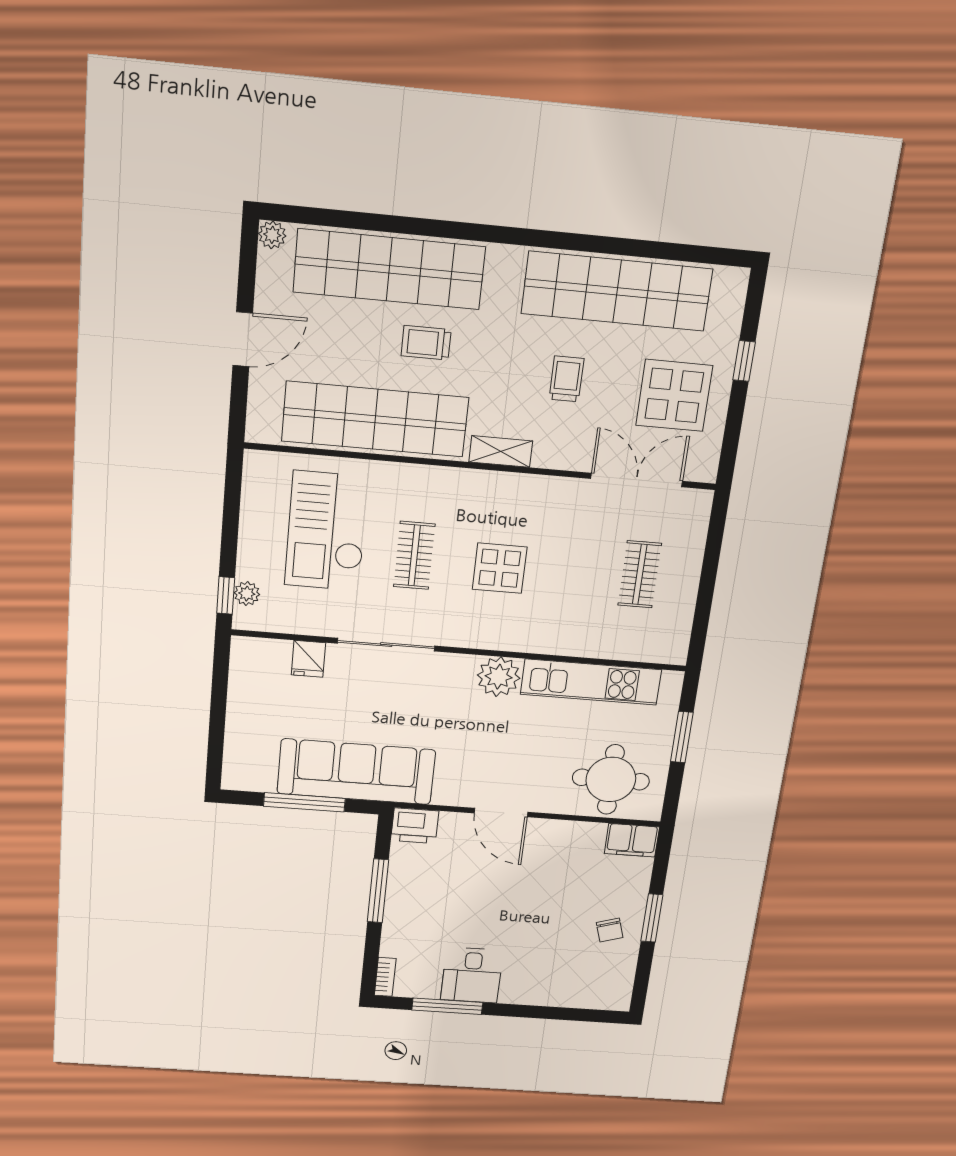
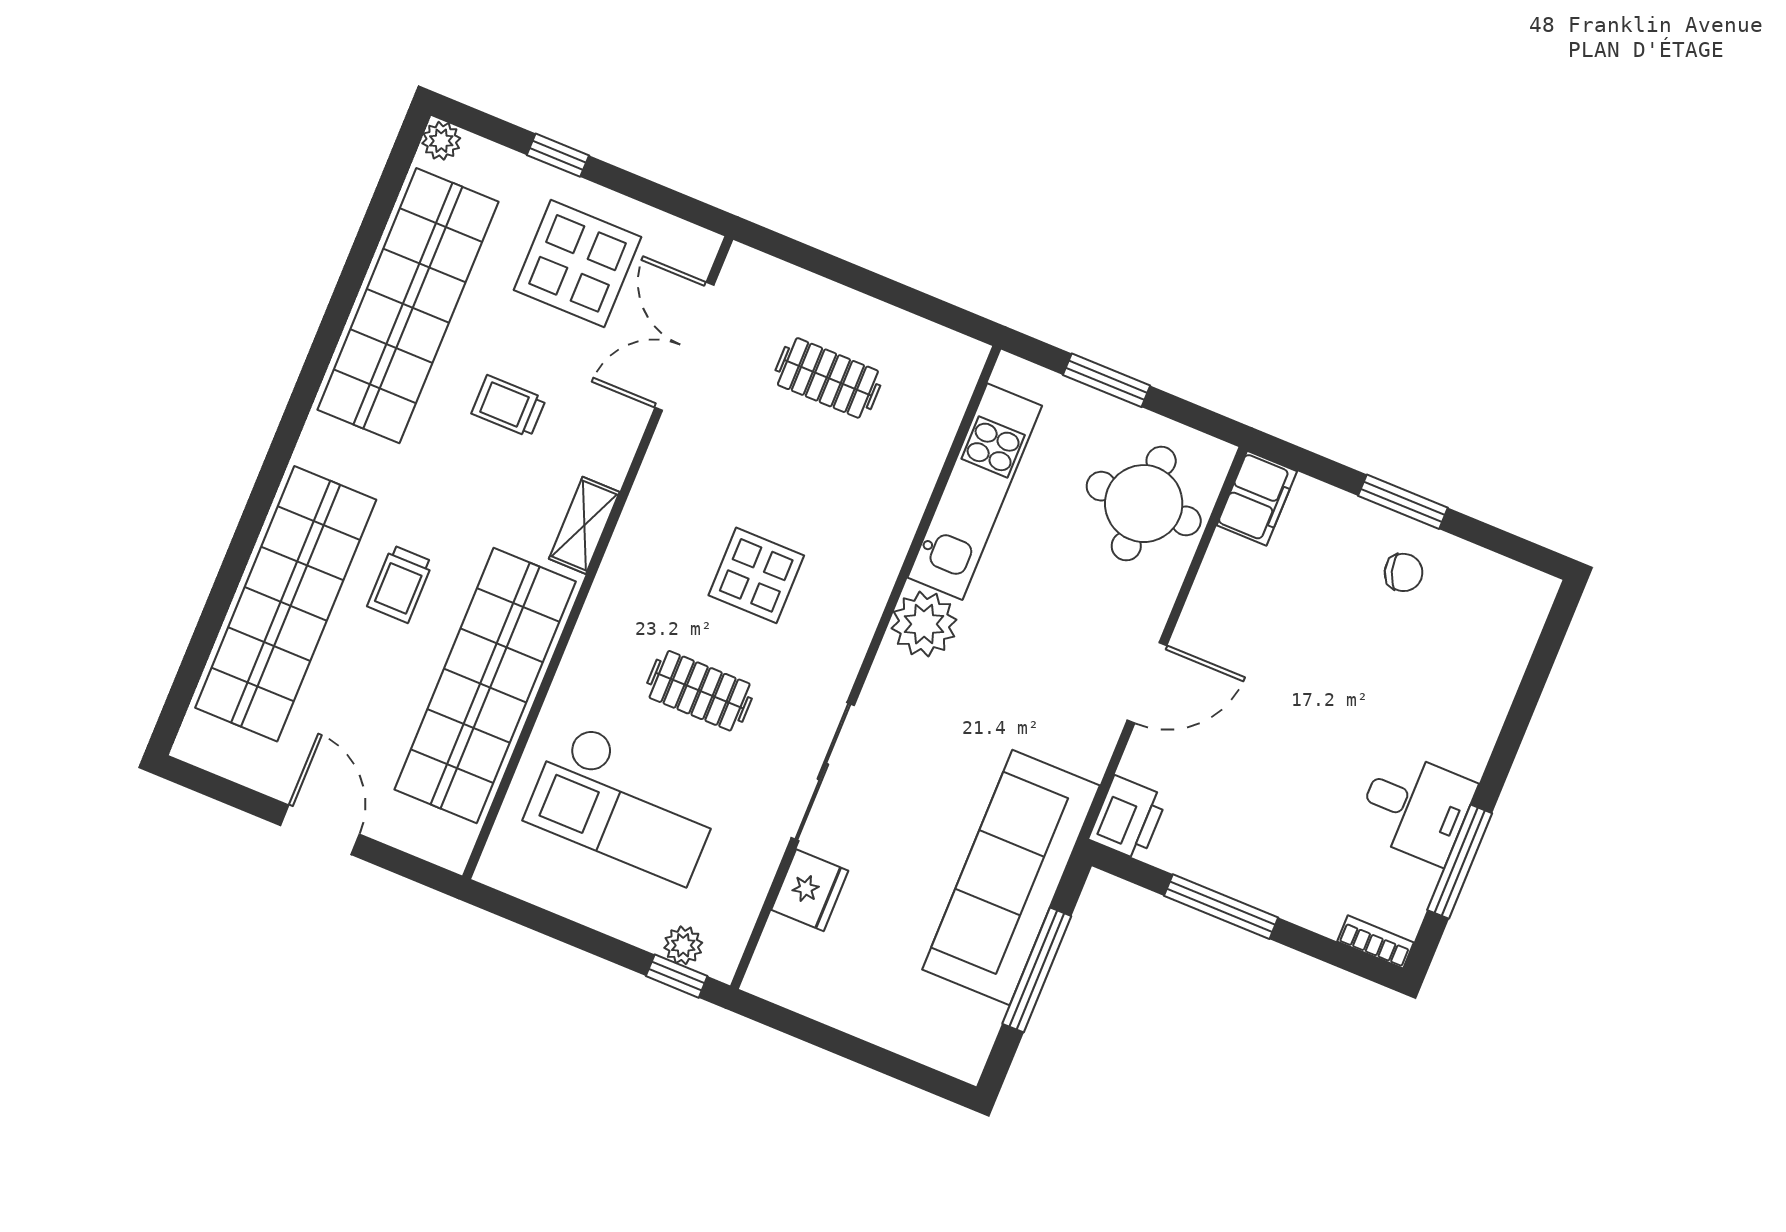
plant: (272, 235) -> (441, 141), moved
fridge: (308, 659) -> (810, 890), width x1.38

